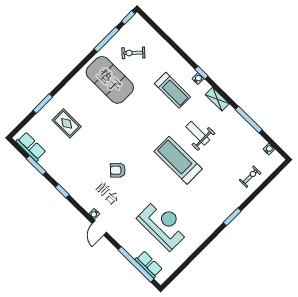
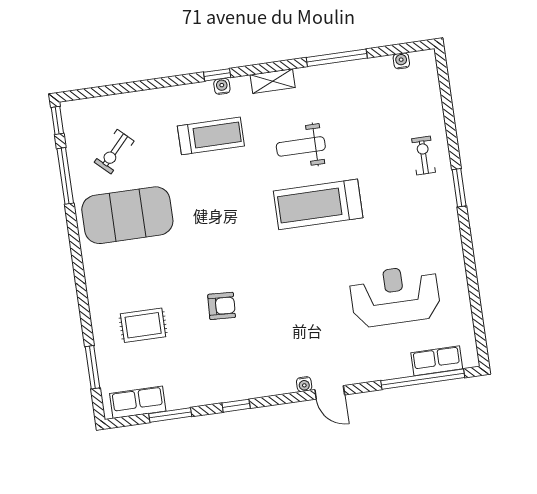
window: (43, 104) -> (92, 367), moved
armchair: (118, 170) -> (222, 306), moved, turned -131
exercise bike: (250, 177) -> (424, 155), moved

